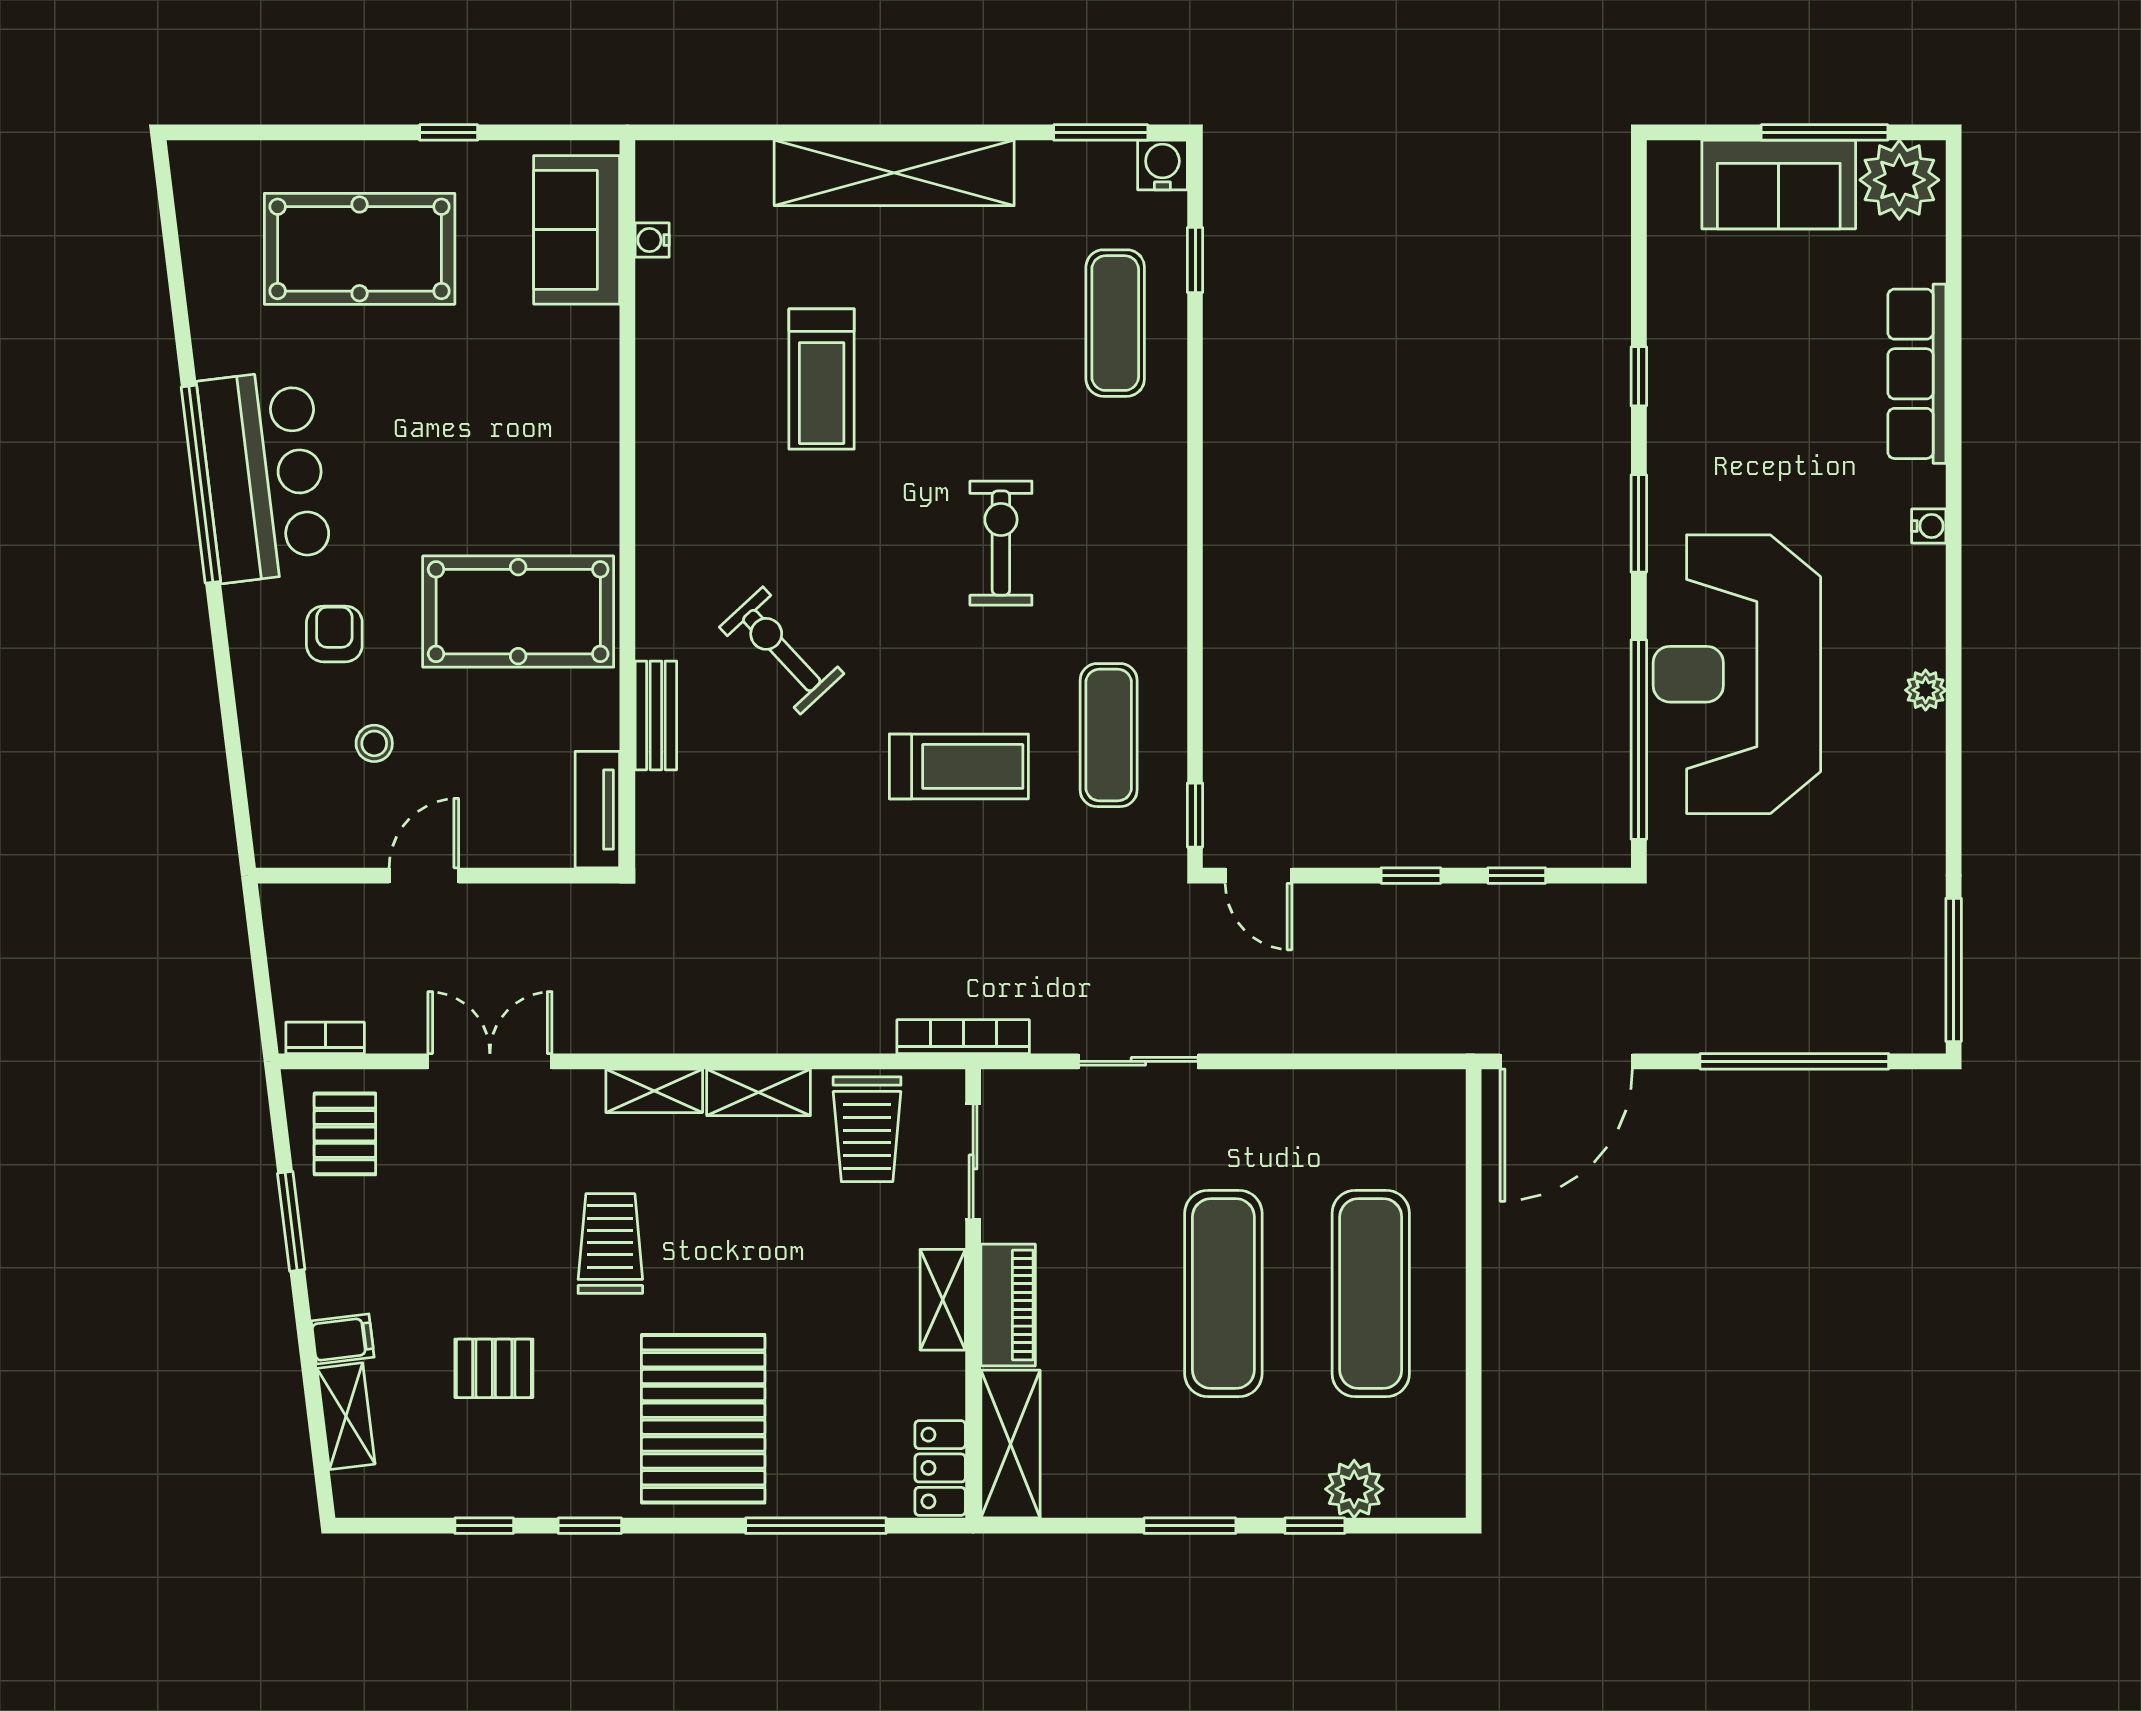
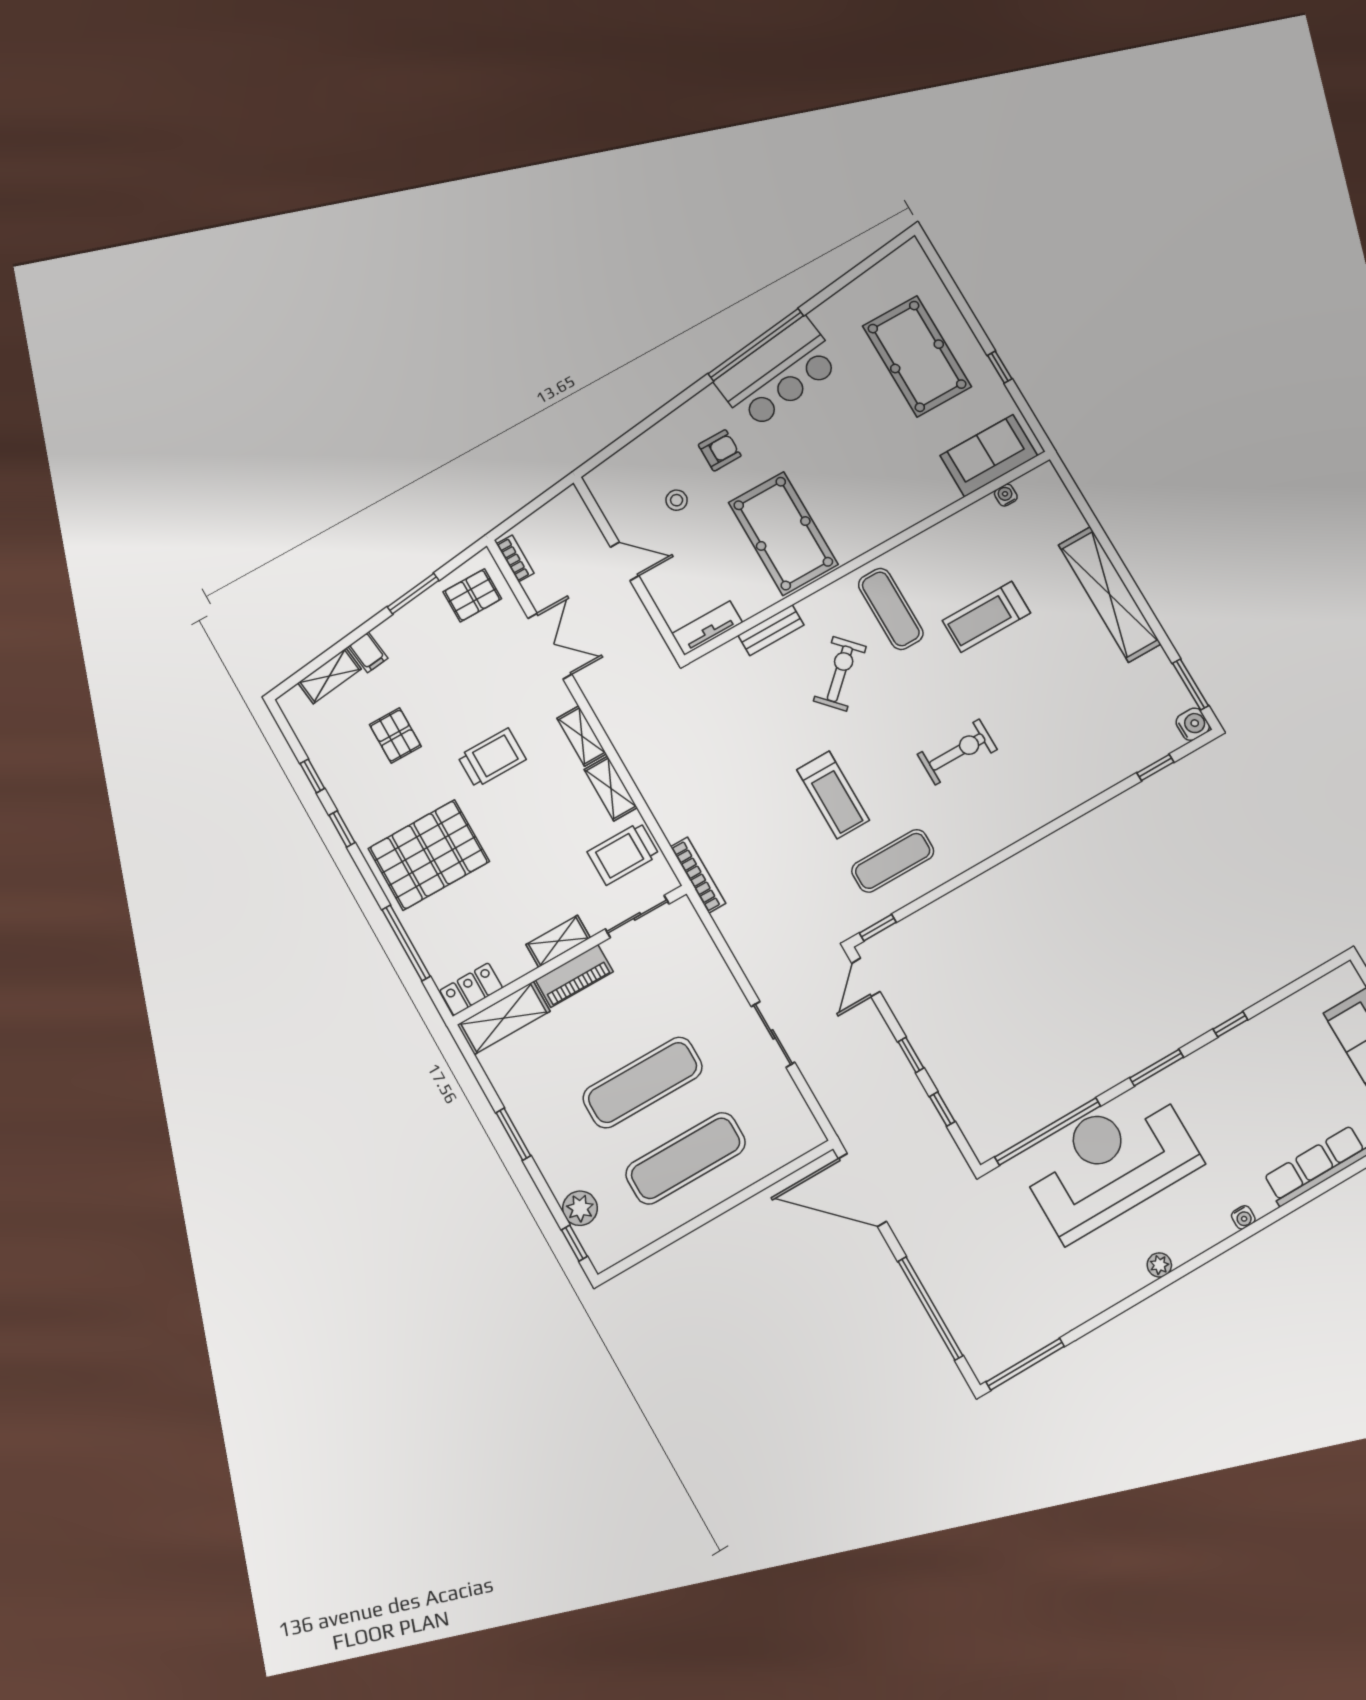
exercise mat: (1115, 323) -> (891, 609), moved, turned 90
sliding door: (1138, 1061) -> (773, 1034), moved
window: (1315, 1526) -> (574, 1243), moved

